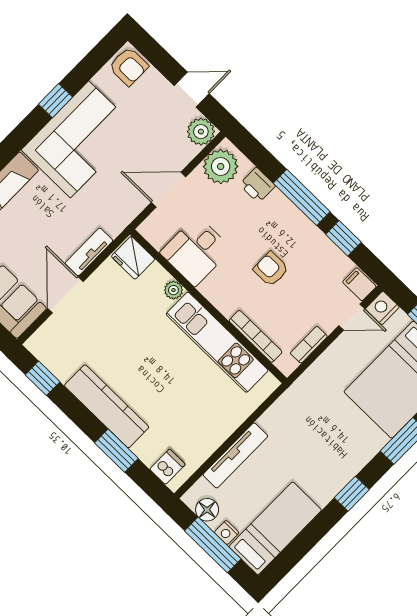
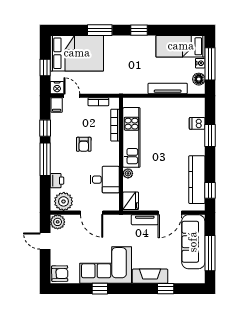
armchair: (129, 66) -> (60, 274), turned 89
kitchen counter: (107, 406) -> (197, 180), moved
dishwasher: (168, 467) -> (197, 123), moved

